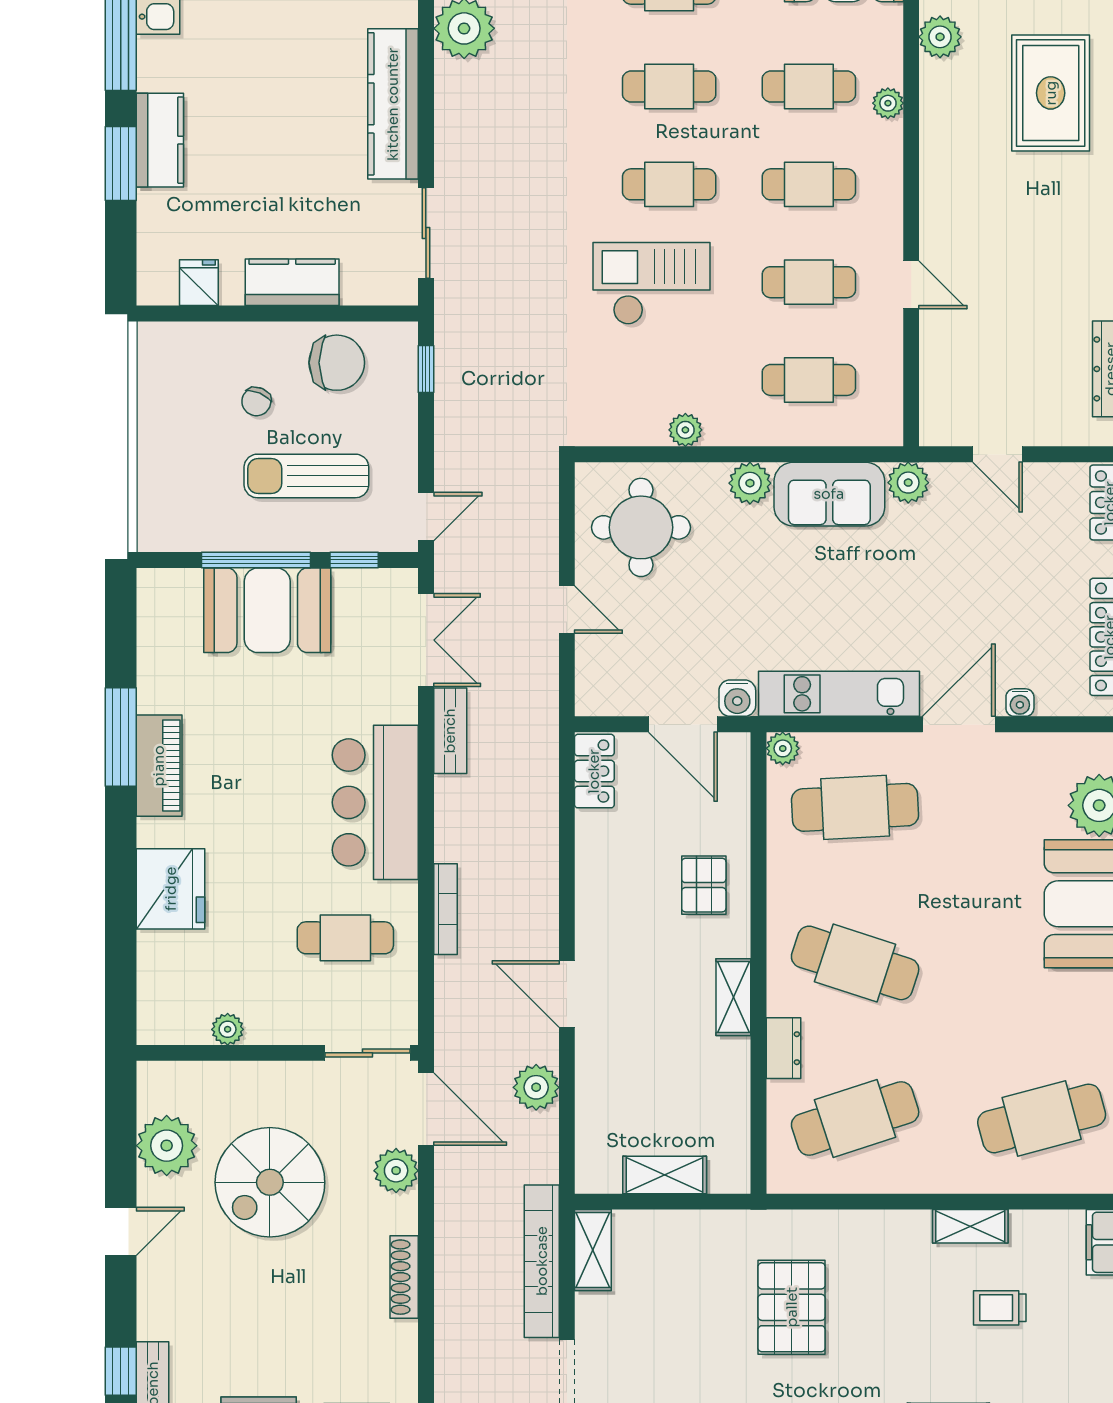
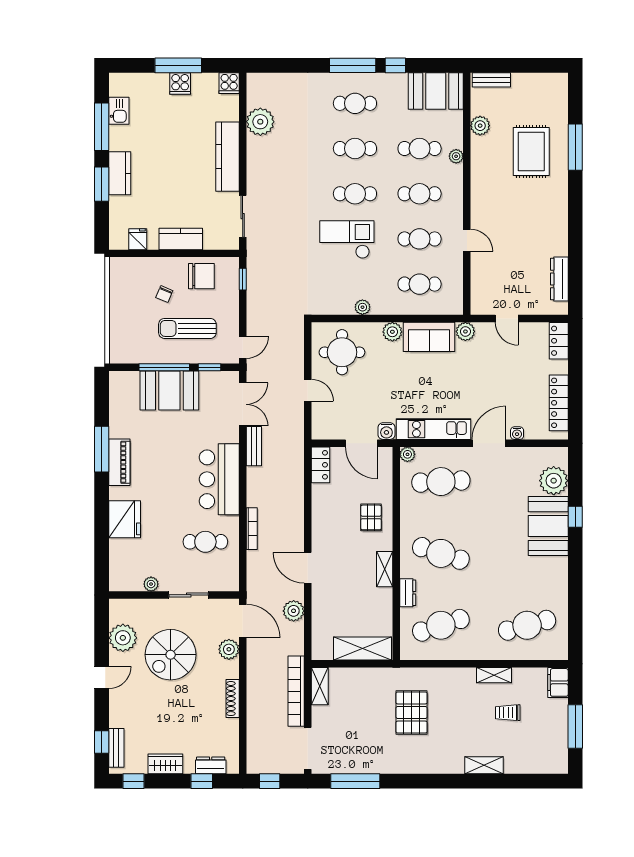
sliding door: (367, 1053) -> (189, 595), moved
shelving: (665, 1175) -> (363, 648), width x1.50, depth x1.33

